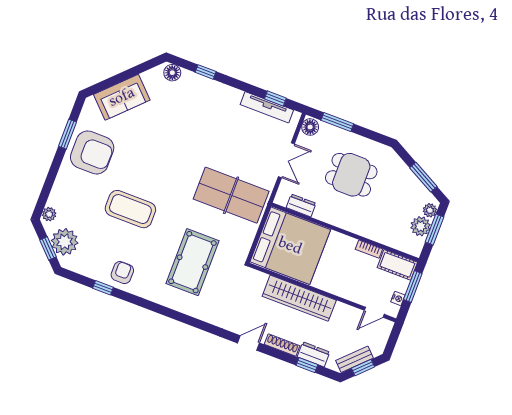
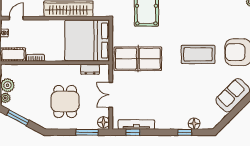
floor lamp: (172, 73) -> (194, 124), moved
dining table: (351, 175) -> (65, 102), turned 90
coffee table: (130, 209) -> (198, 54), moved

